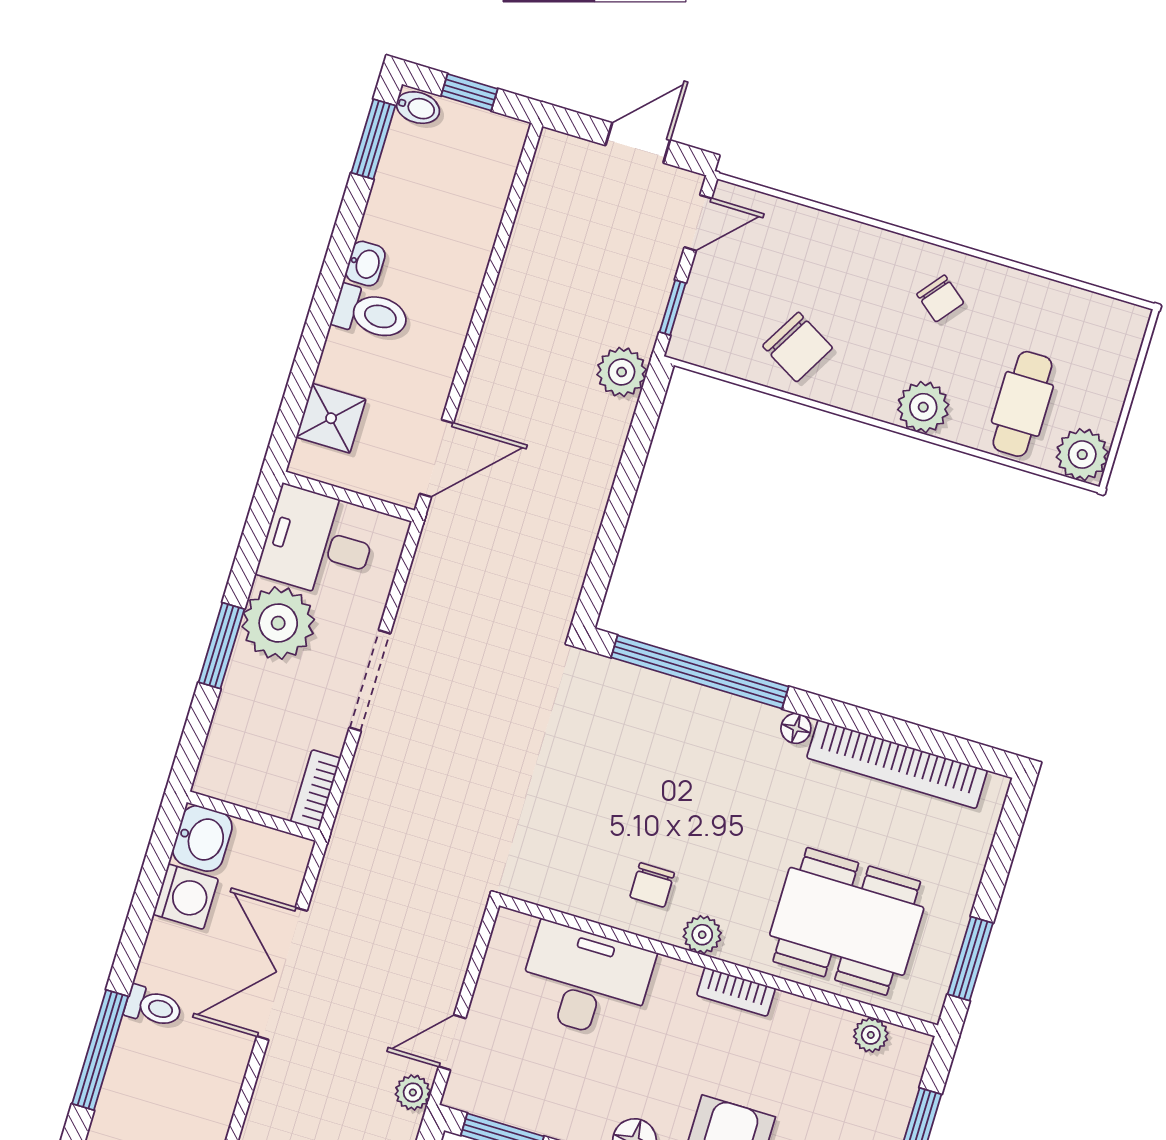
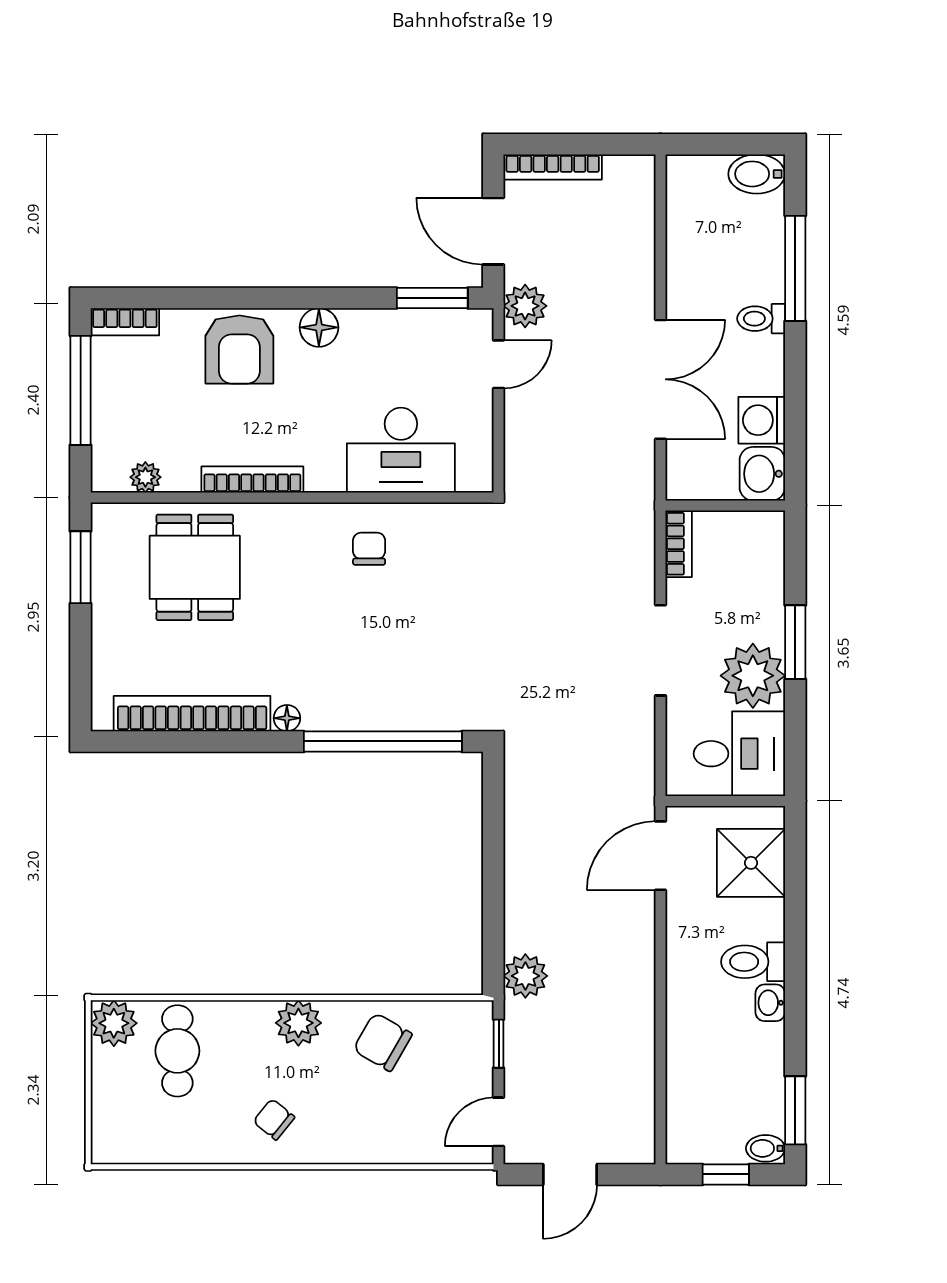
plant: (923, 407) -> (298, 1023), moved
shower: (331, 418) -> (751, 863), width x1.36, depth x1.36
dining table: (847, 921) -> (195, 567), width x0.73
plant: (702, 935) -> (314, 519), removed
bookcase: (736, 992) -> (252, 480), width x1.56
plant: (413, 1092) -> (525, 306), width x1.38, depth x1.38

